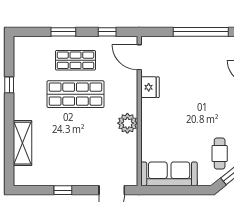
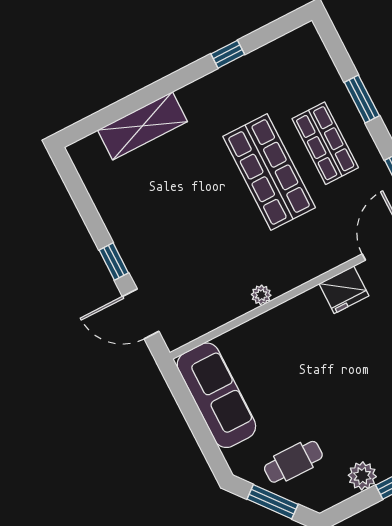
plant: (127, 123) -> (261, 295), width x0.53, depth x0.53
window: (63, 190) -> (114, 261), moved

